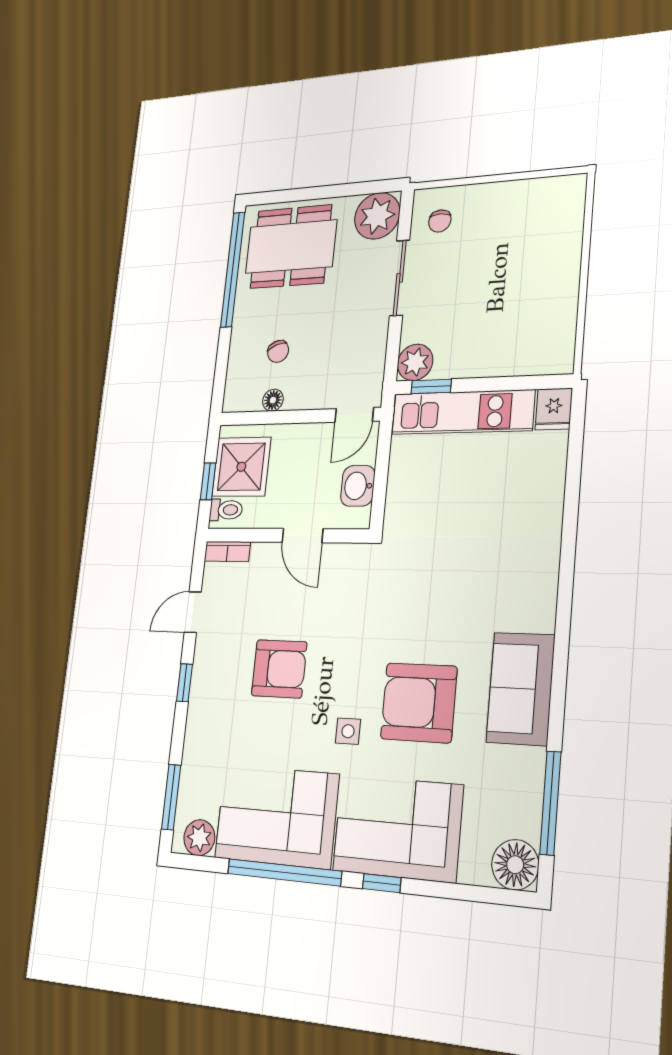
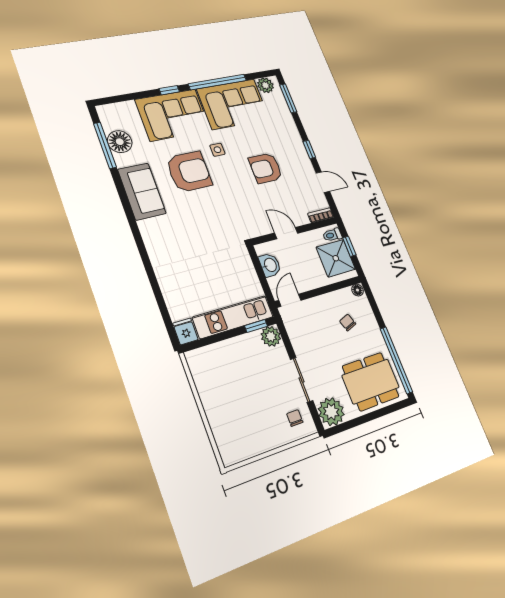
floor lamp: (273, 400) -> (357, 290), moved
door: (193, 612) -> (323, 182), hinge flipped
floor lamp: (515, 865) -> (120, 142), moved

